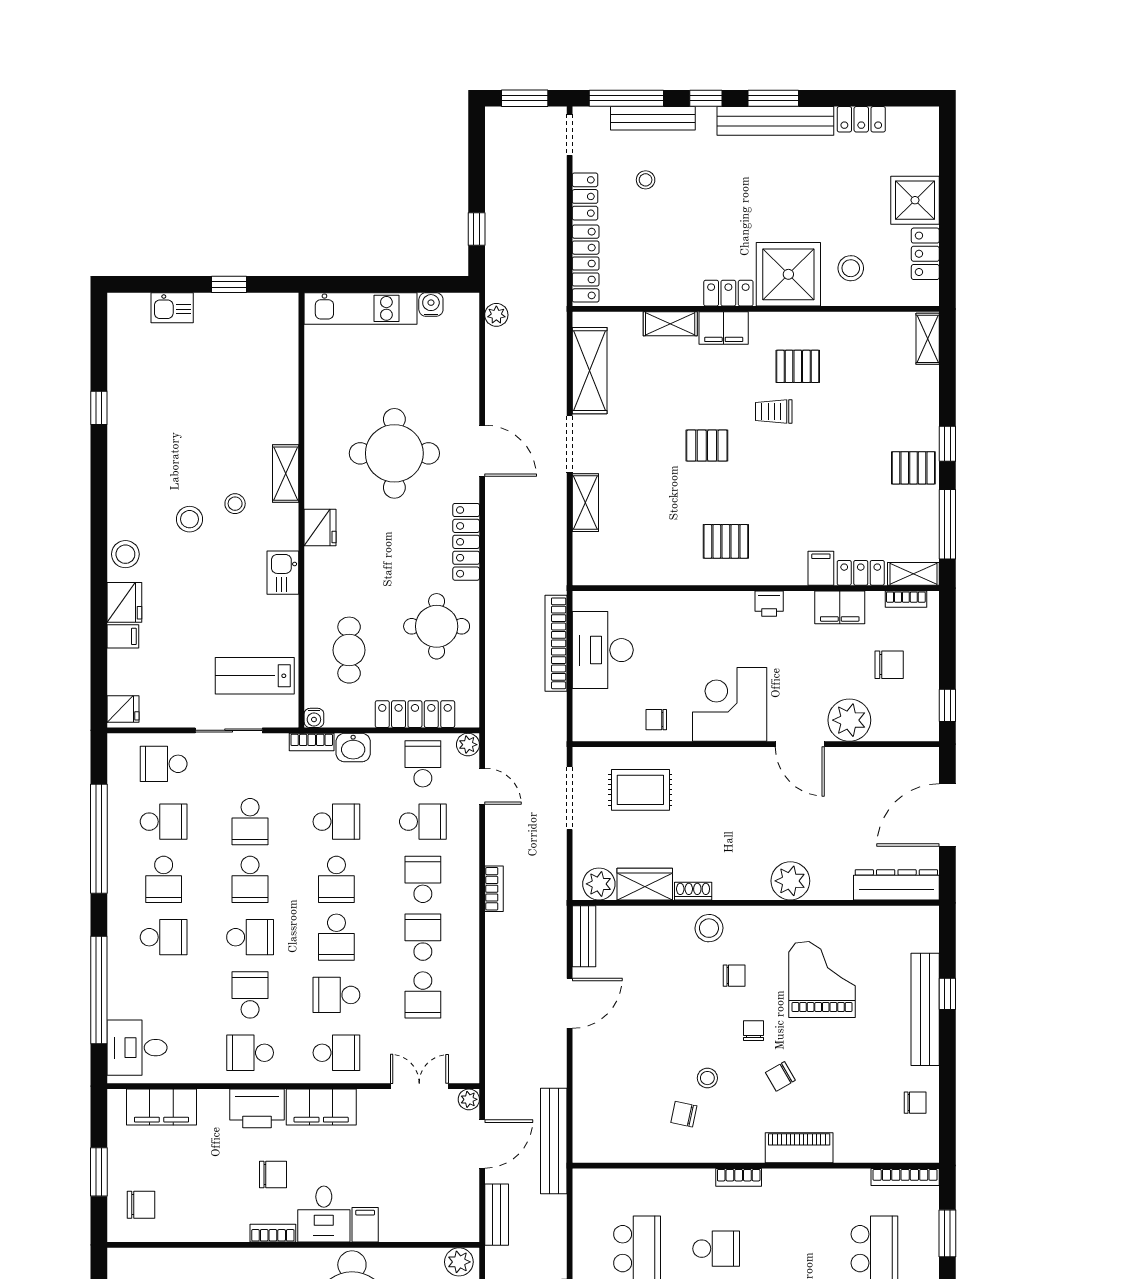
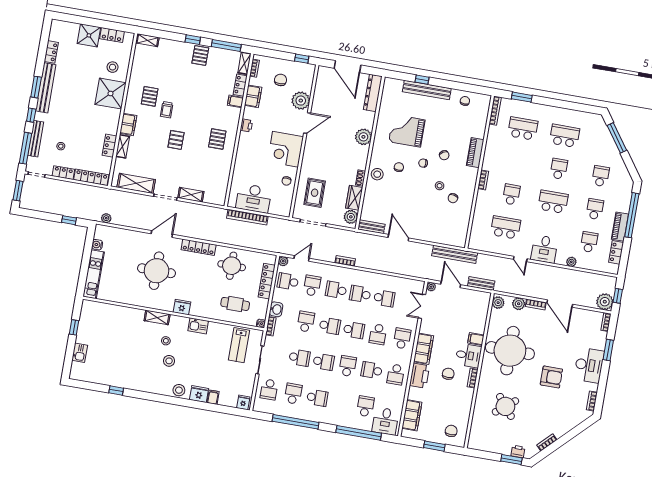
locker: (728, 293) -> (110, 146), moved
school desk: (164, 937) -> (365, 406), moved

